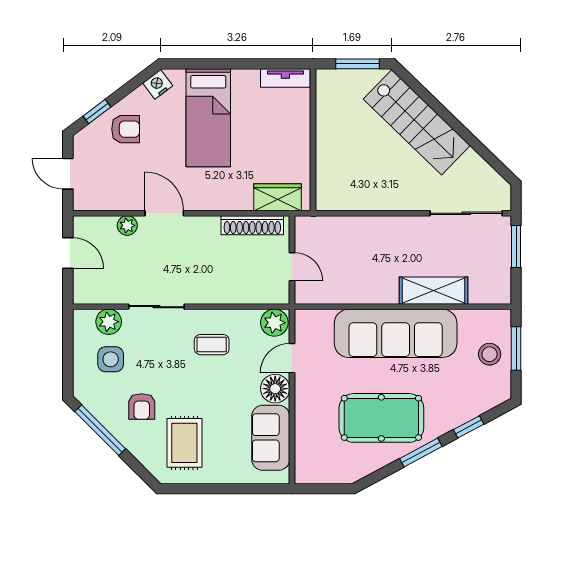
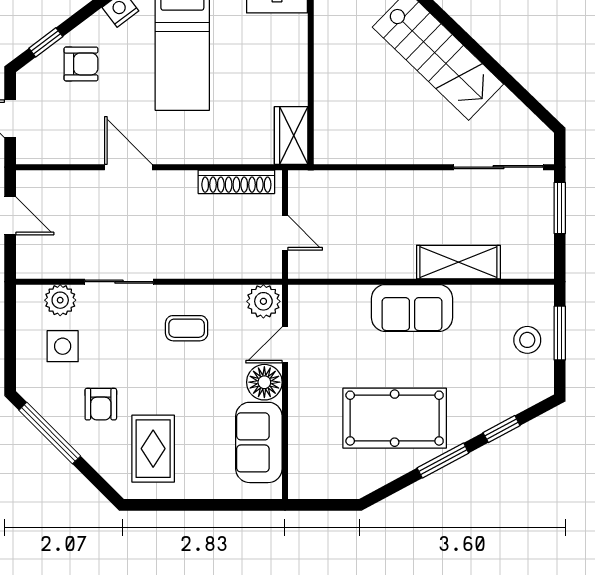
wardrobe: (277, 197) -> (291, 135), moved, turned -90
plant: (127, 225) -> (83, 182), removed
sofa: (396, 333) -> (412, 308), width x0.54, depth x0.79

